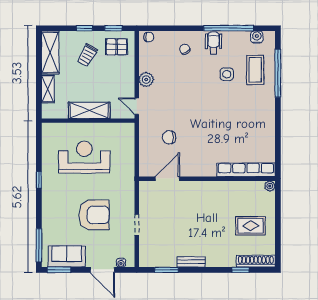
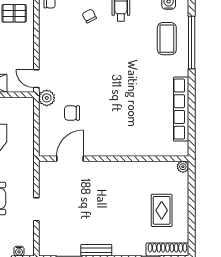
side table: (227, 74) -> (135, 44), removed
plant: (146, 80) -> (47, 98), moved
row of seats: (246, 170) -> (181, 109), moved, turned -90
rug: (251, 226) -> (162, 210), turned 90

